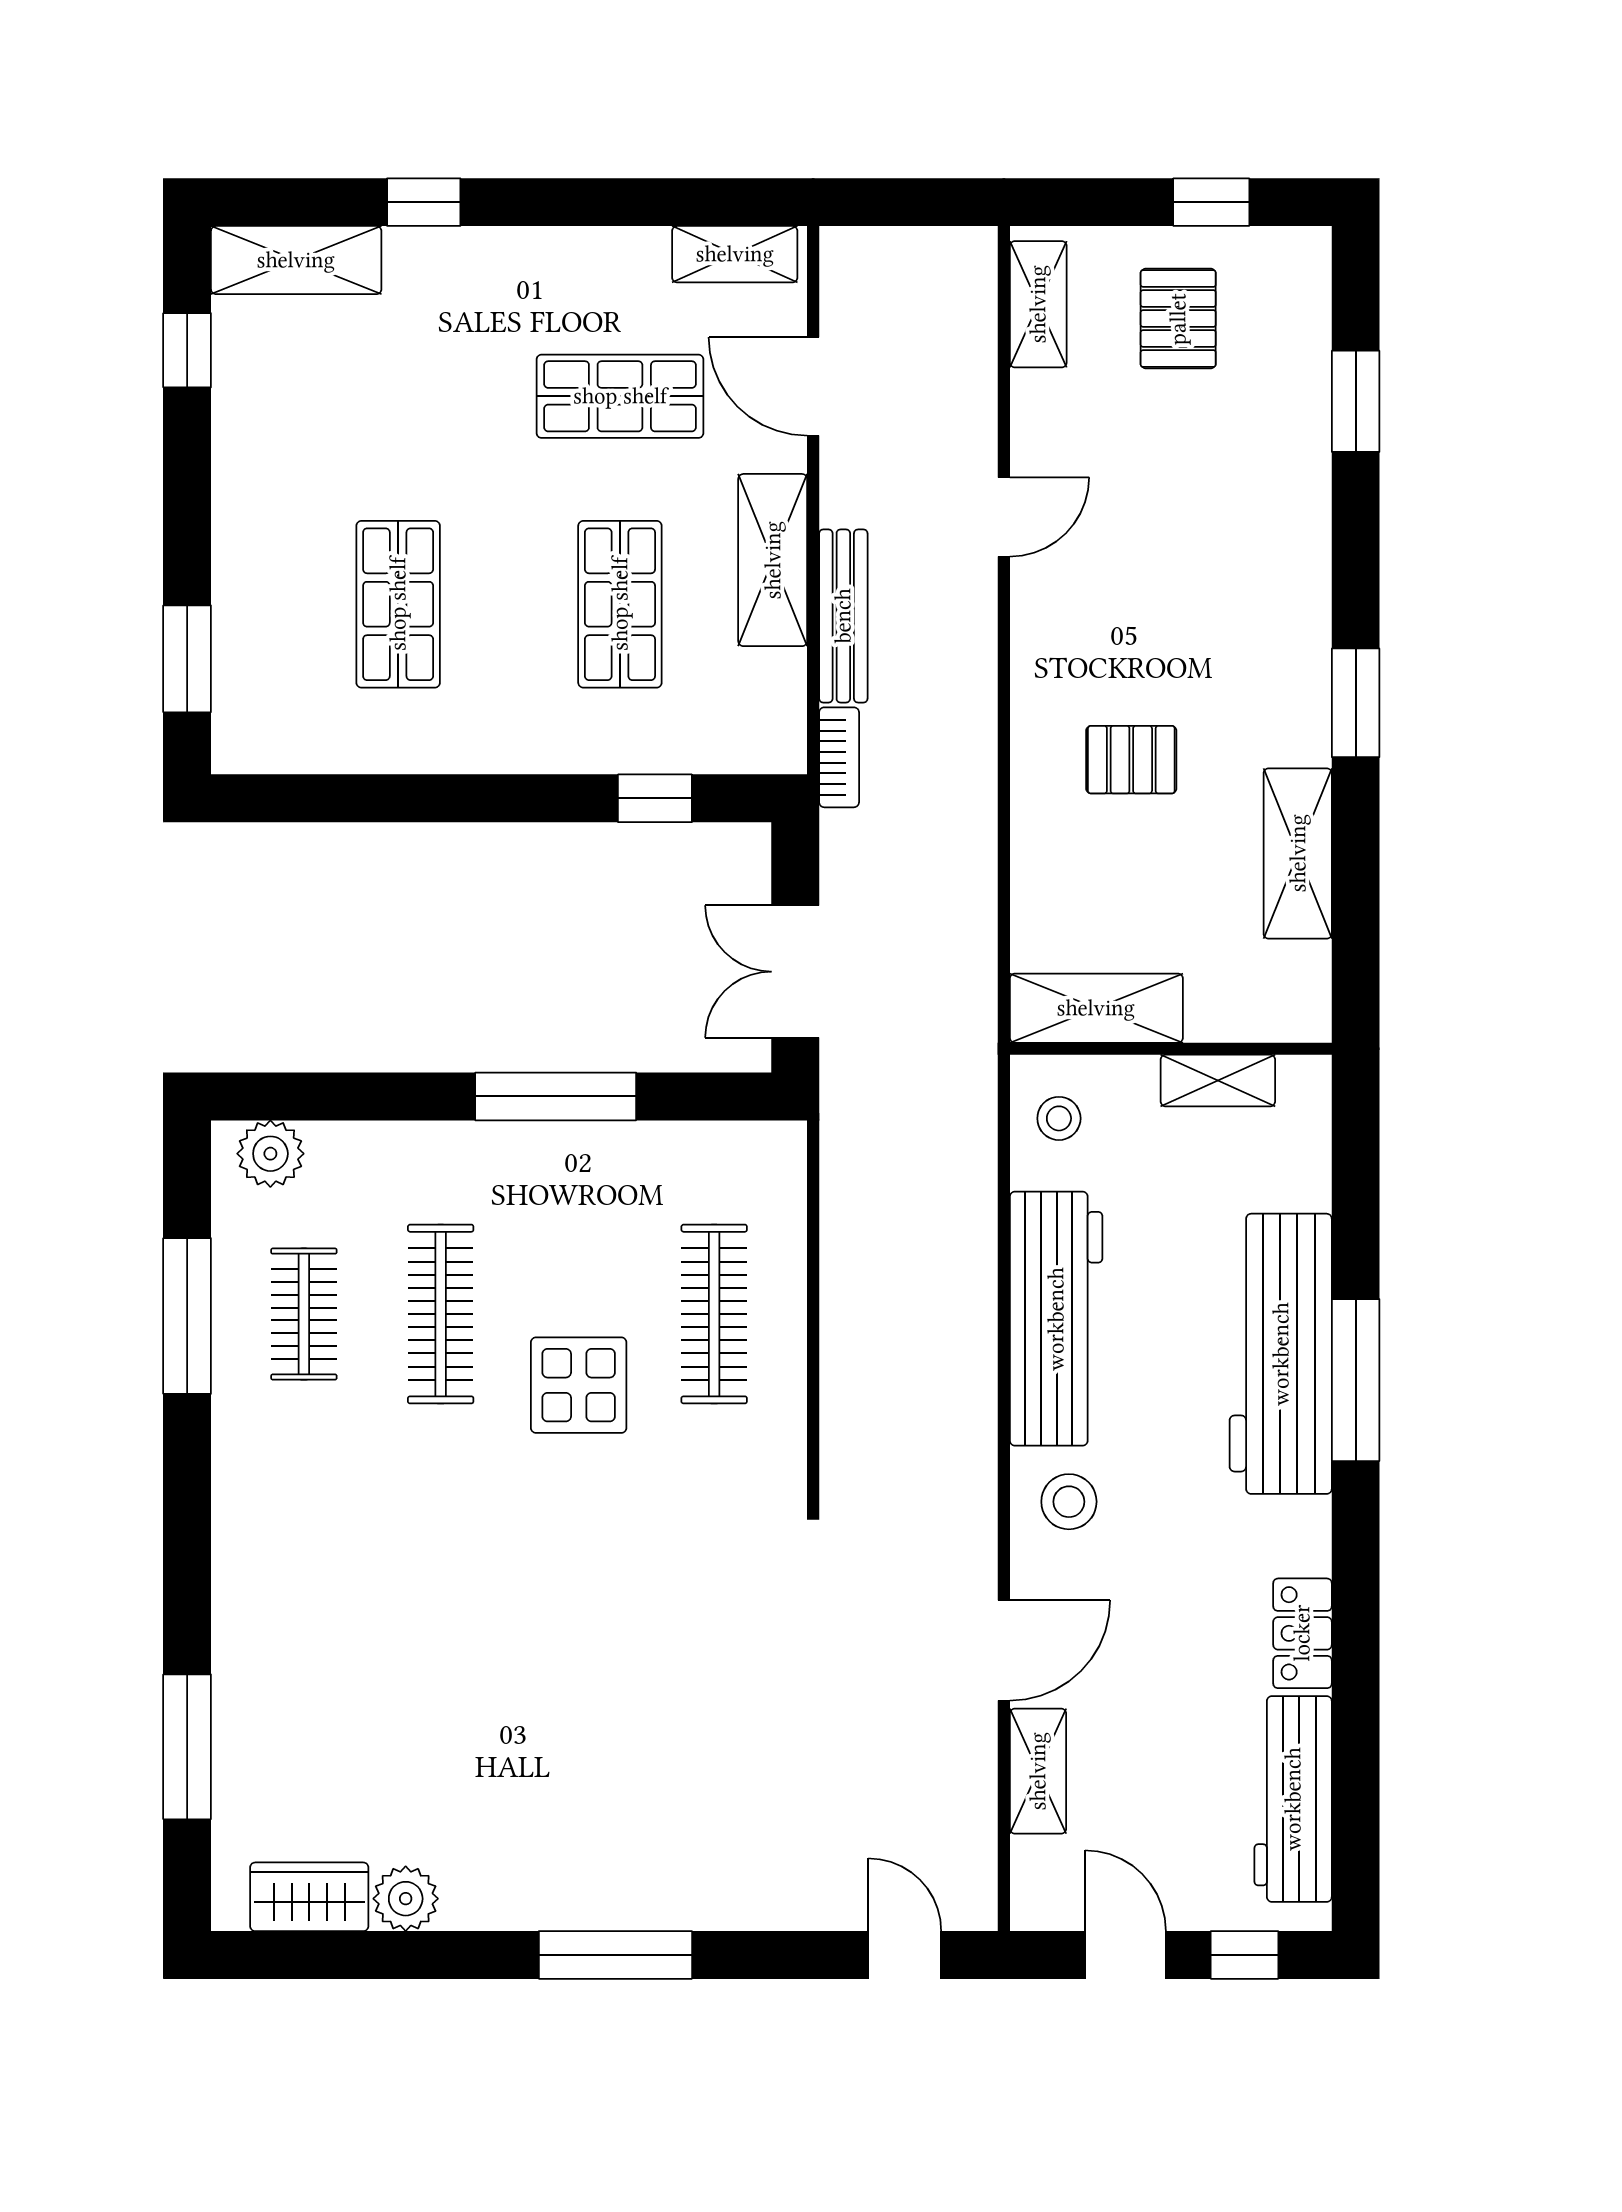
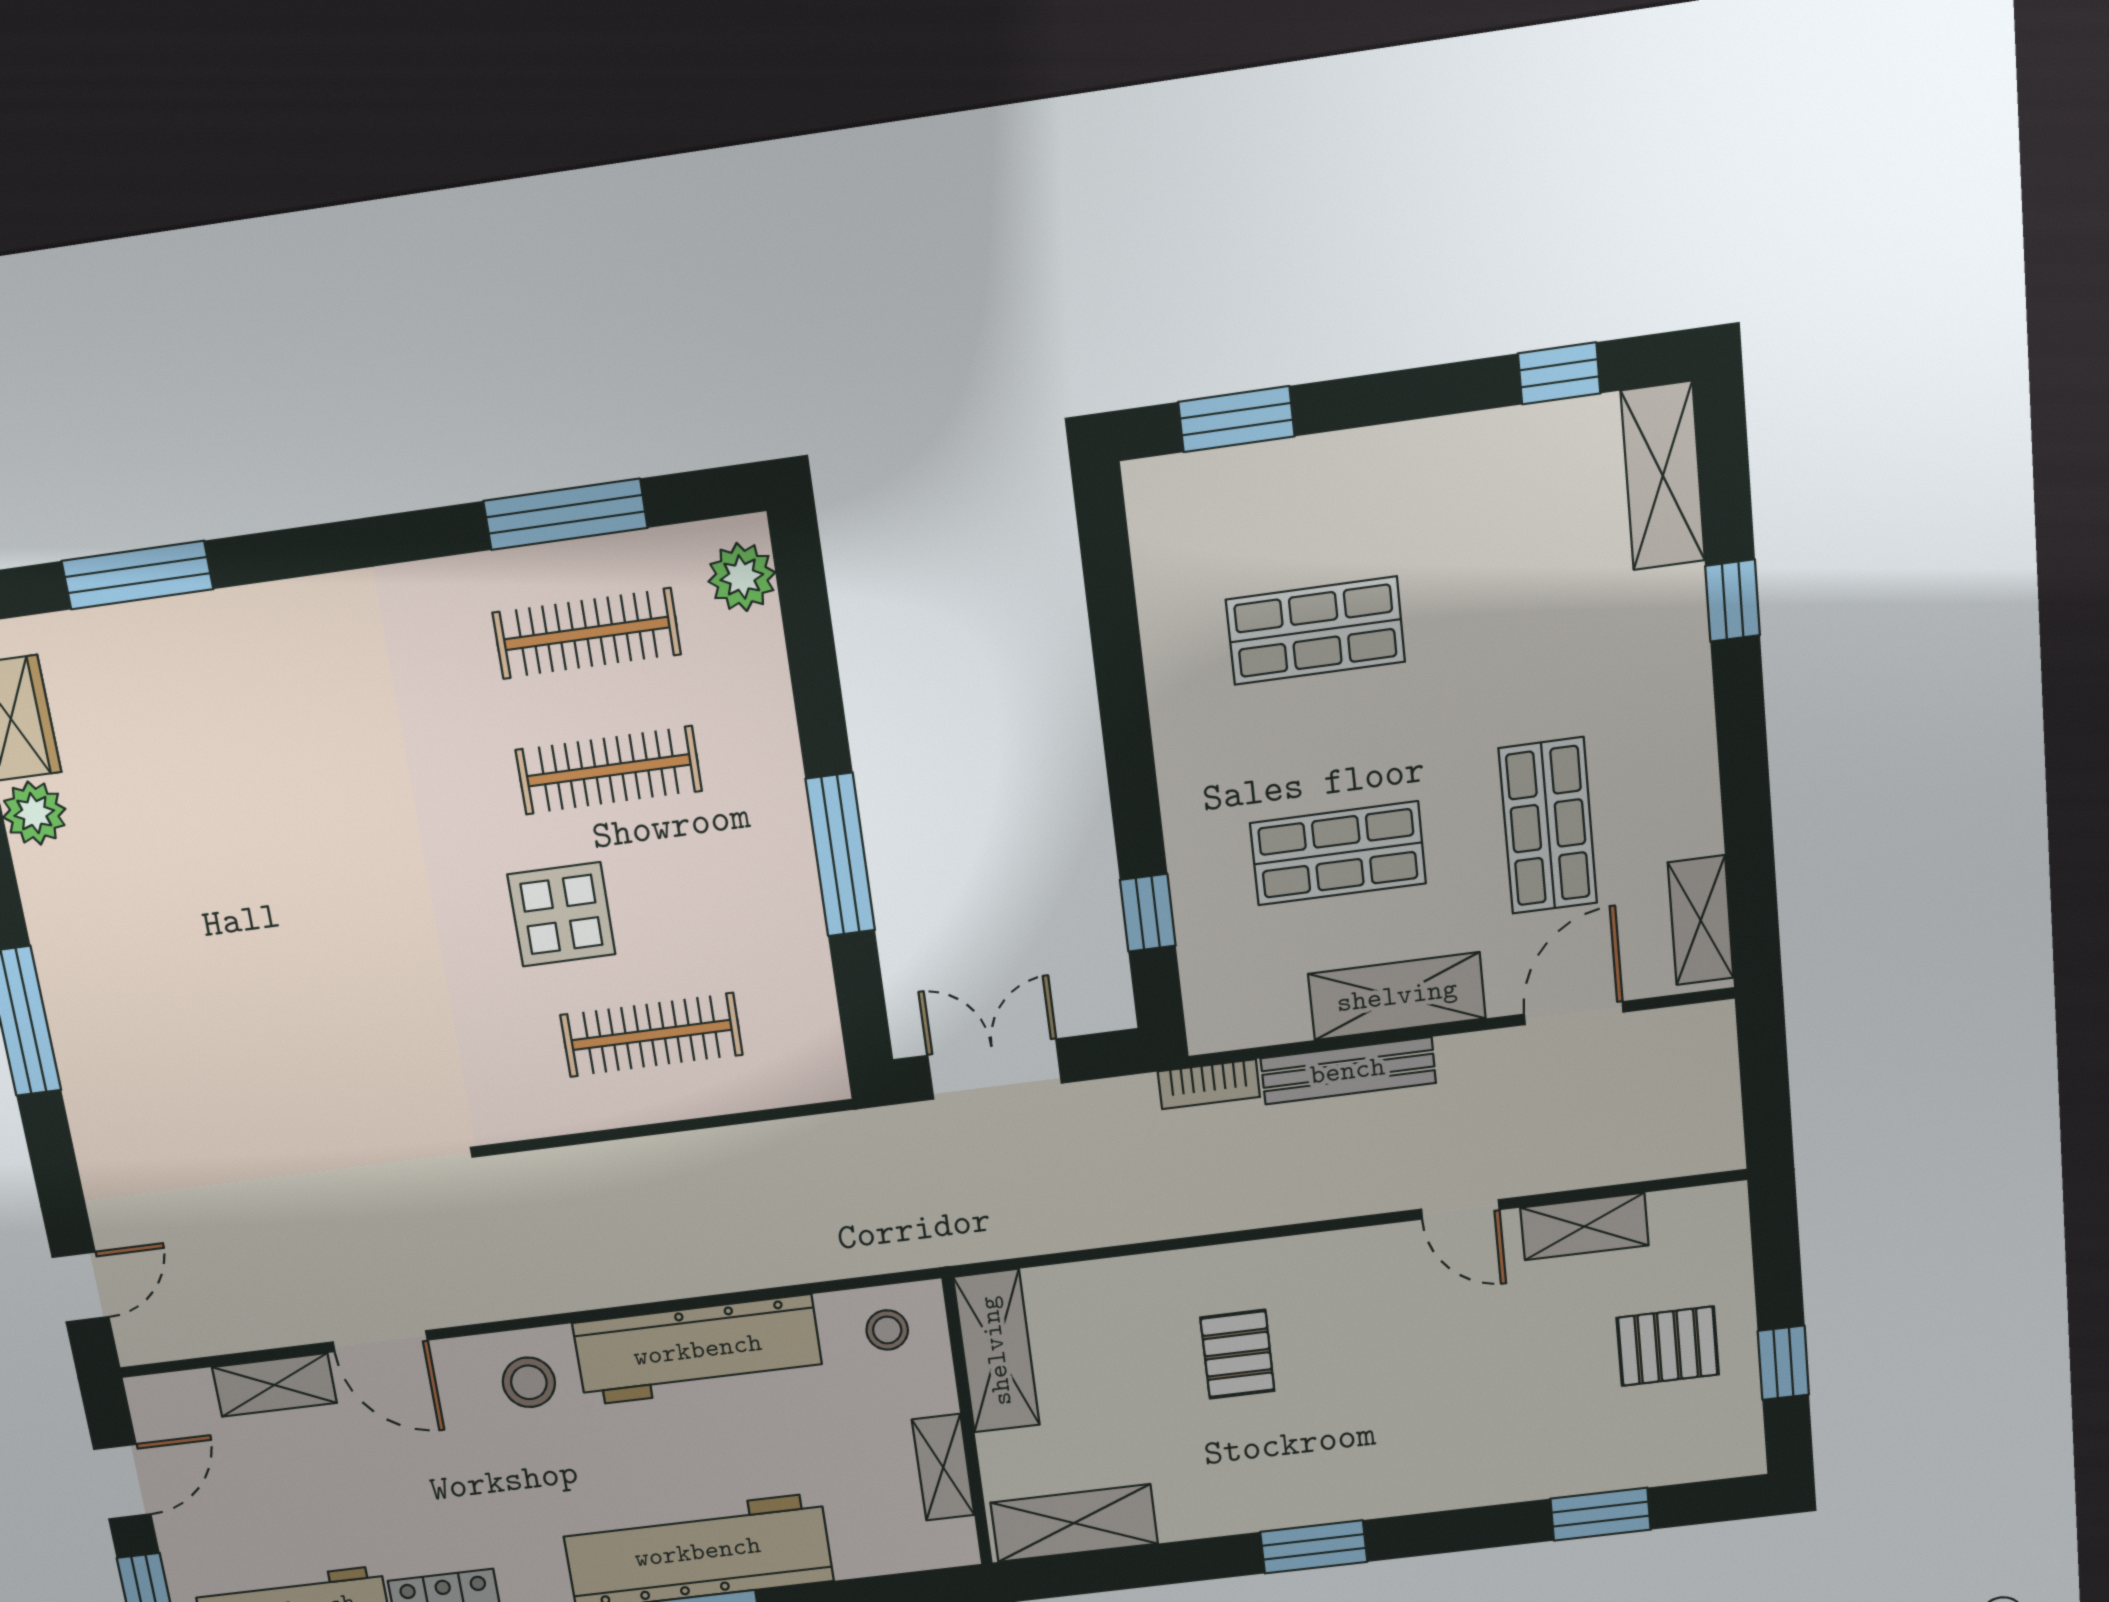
shelving: (1038, 304) -> (1584, 1226), moved
shelving: (1298, 853) -> (1074, 1523), moved
clothes rail: (304, 1314) -> (587, 633), width x1.36

